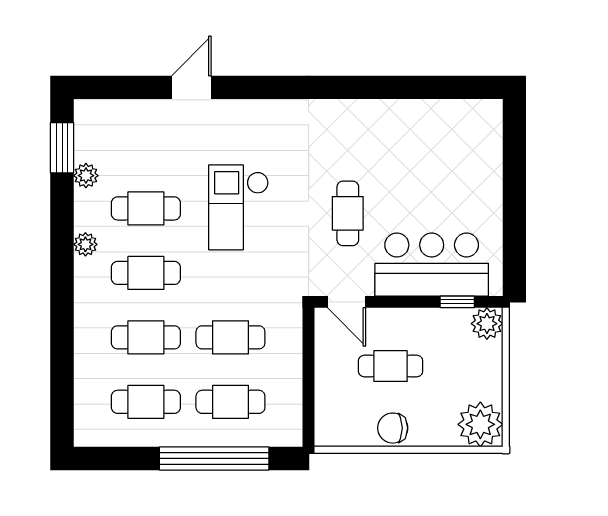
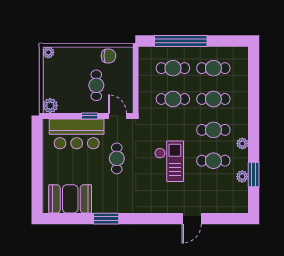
window: (370, 87) -> (106, 219), added
booth: (445, 129) -> (70, 199), added
window: (62, 148) -> (254, 174), moved
window: (457, 302) -> (90, 116), moved
cafe table: (391, 366) -> (96, 85), turned 90
plant: (480, 424) -> (48, 52), width x0.53, depth x0.53
chair: (393, 428) -> (108, 56), moved

